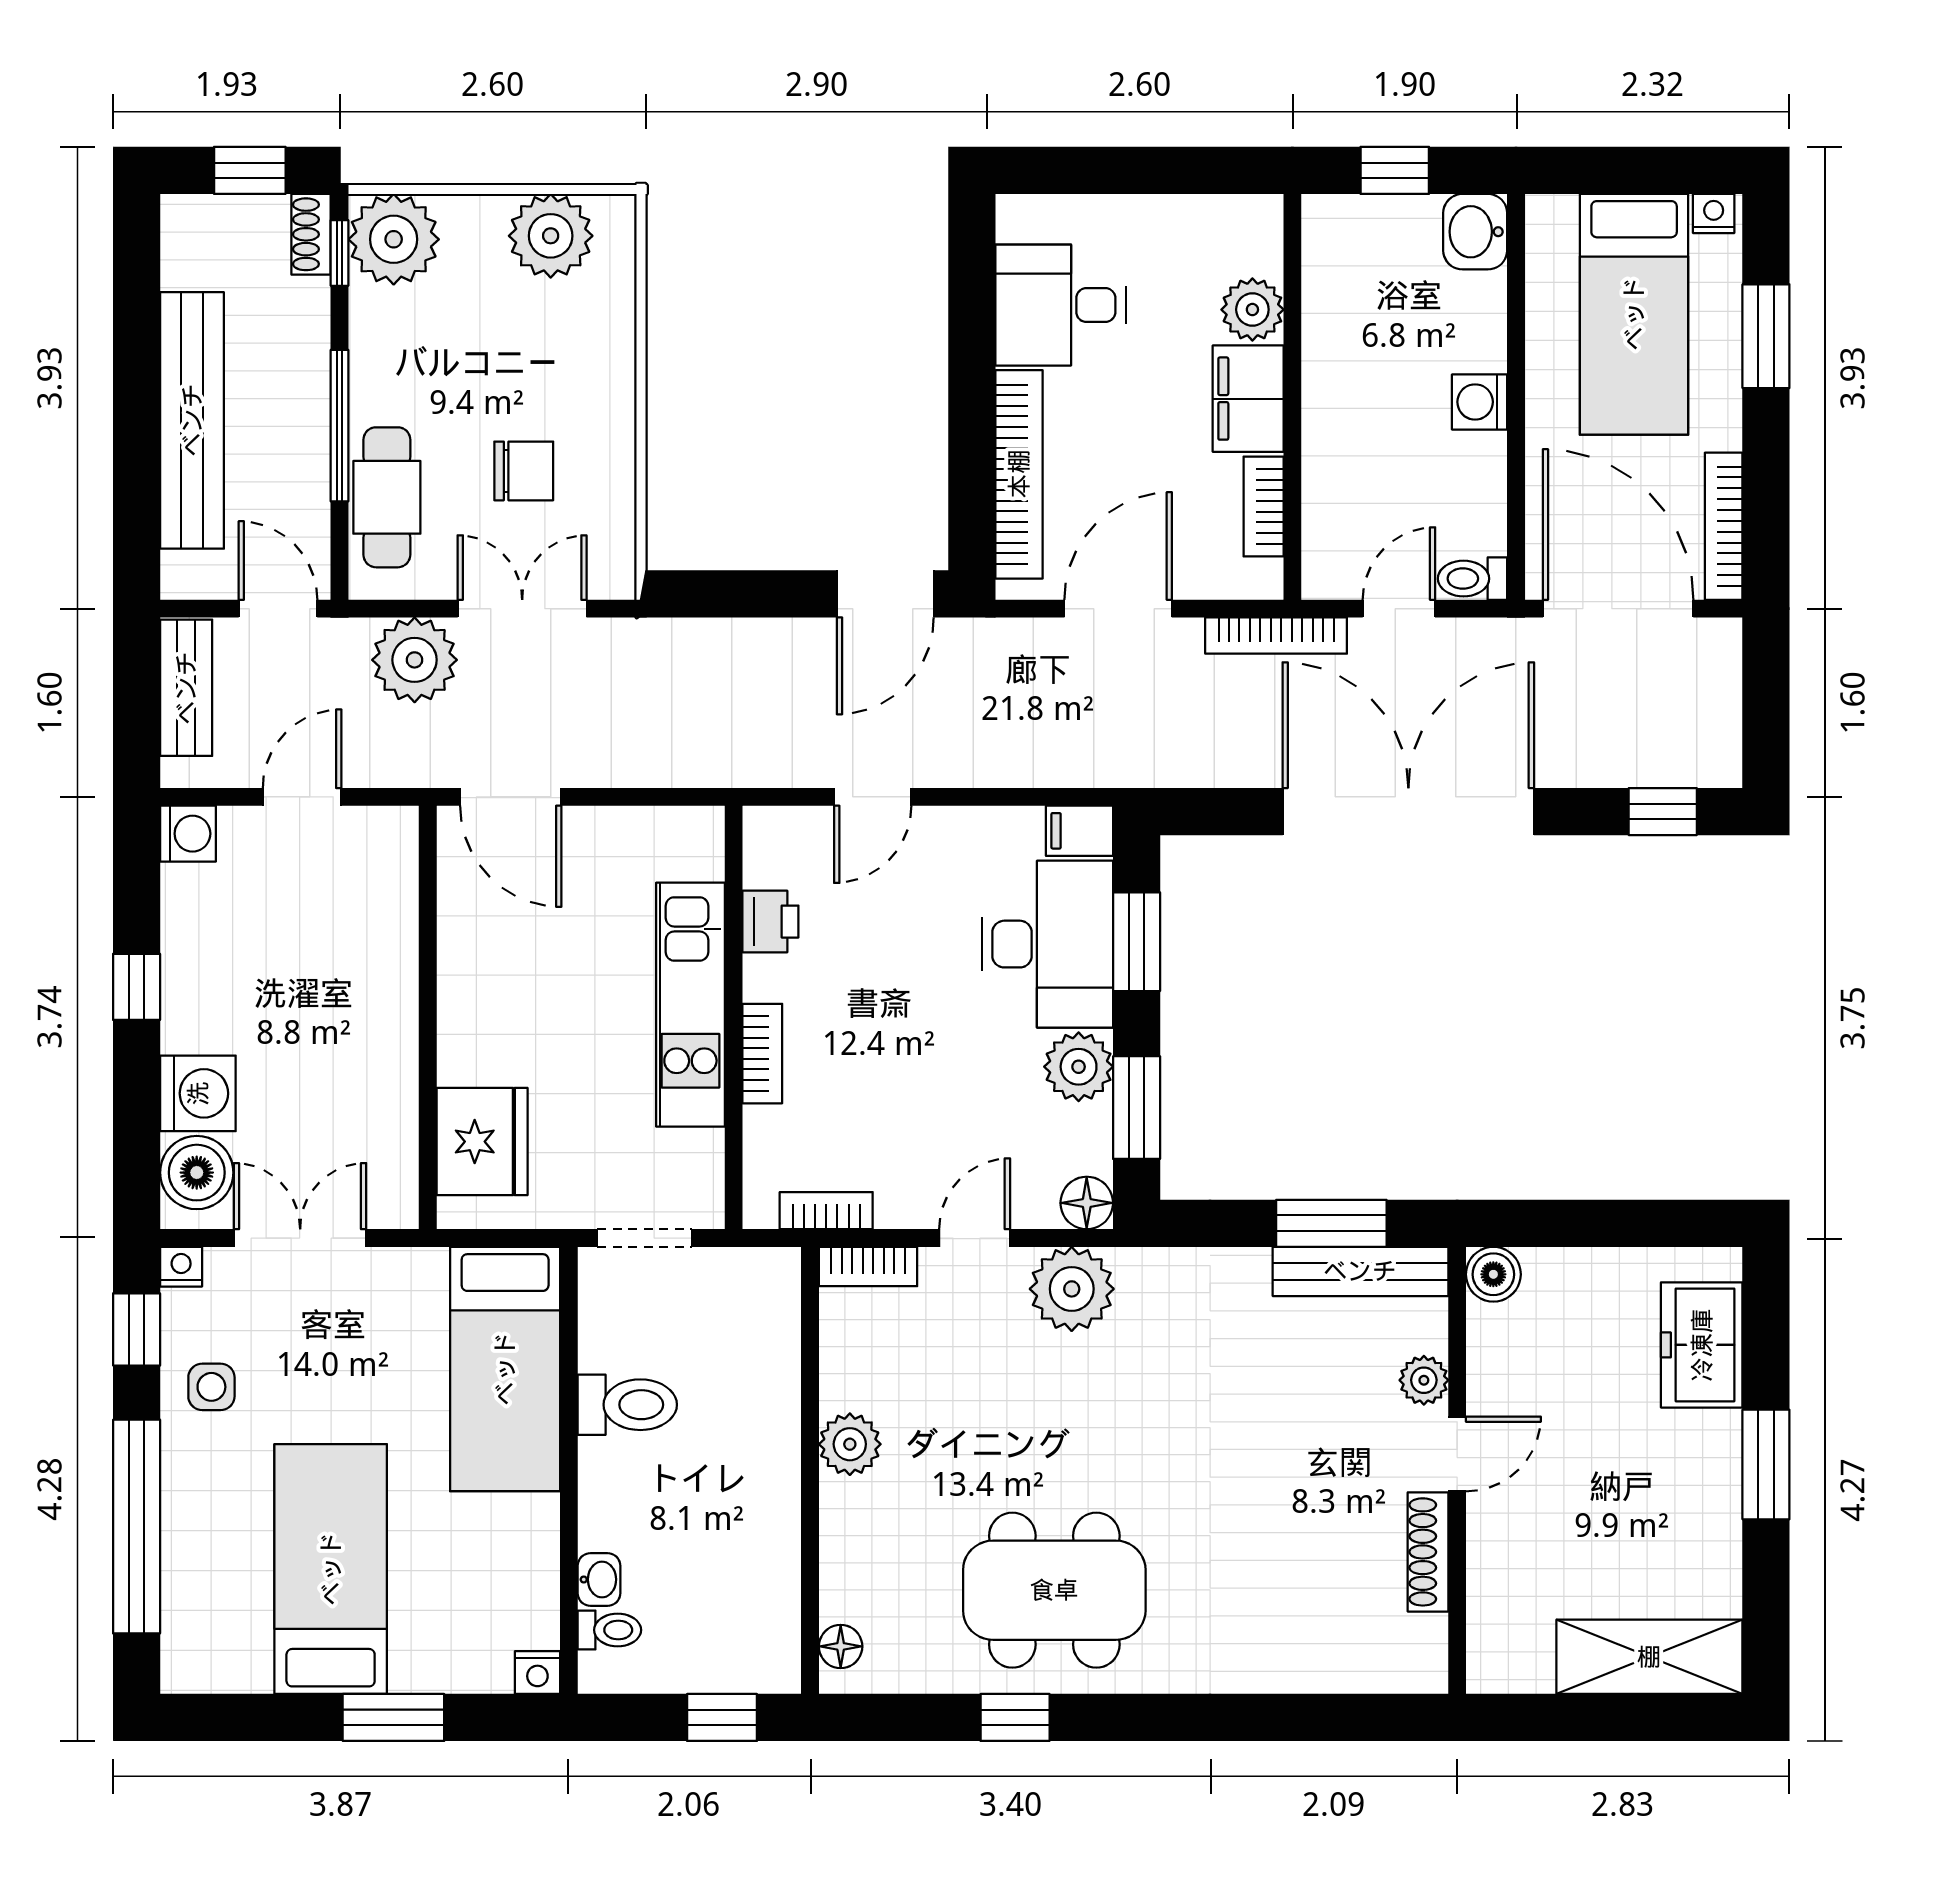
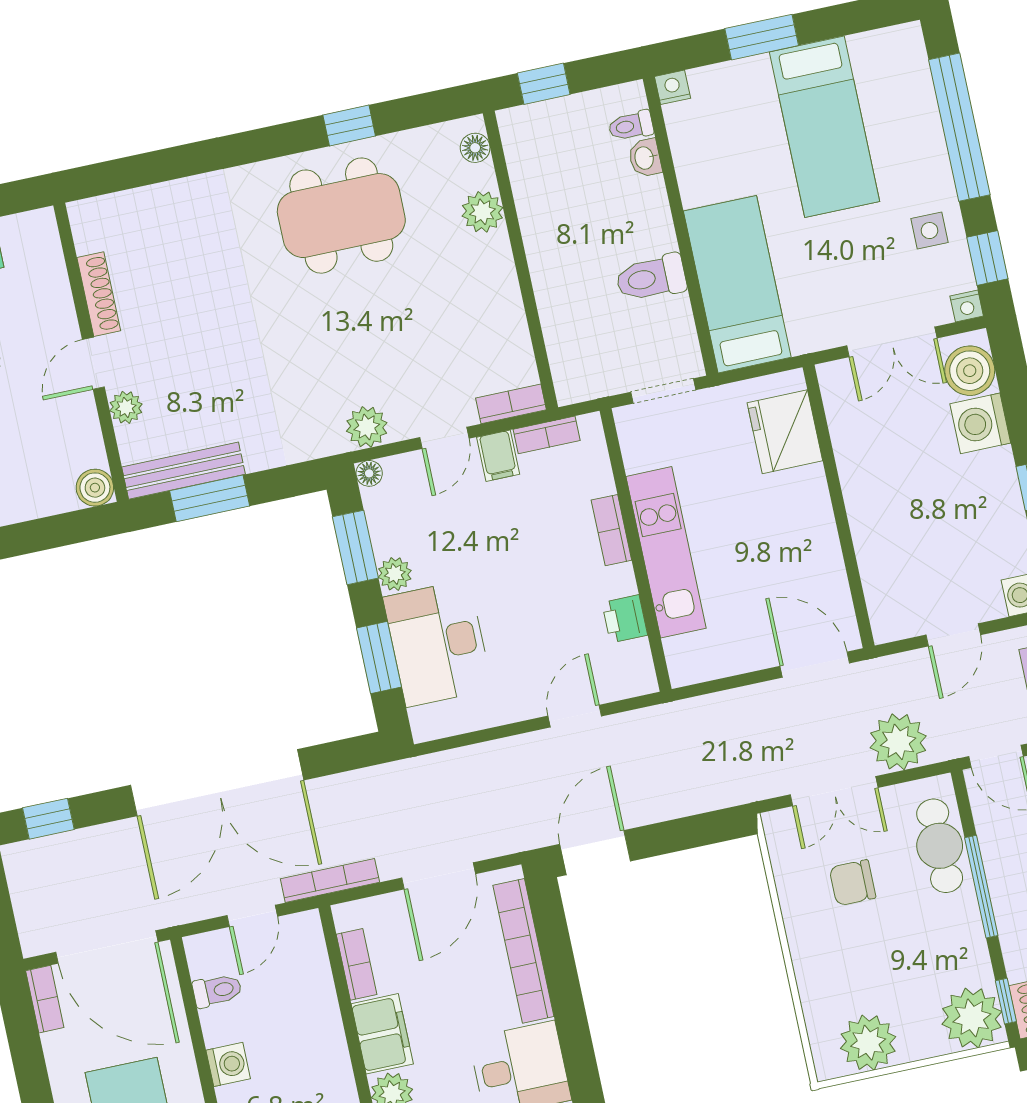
bookcase: (1724, 526) -> (45, 999), width x0.64
toilet: (1473, 579) -> (217, 991), moved
filing cabinet: (1080, 831) -> (498, 456), moved, turned 90
plant: (1079, 1067) -> (395, 574), width x0.73, depth x0.73
floor lamp: (1087, 1203) -> (369, 473), width x0.73, depth x0.73
plant: (1072, 1289) -> (367, 427), width x0.73, depth x0.73
plant: (850, 1444) -> (482, 212), moved

